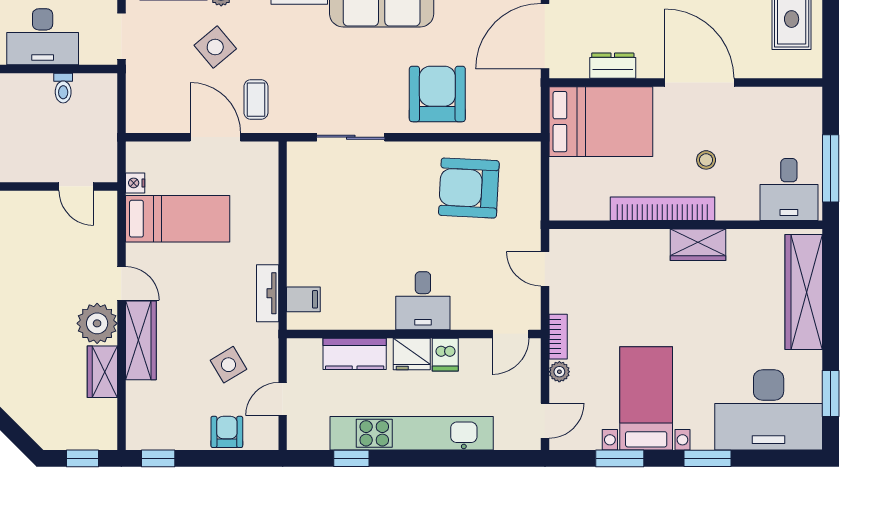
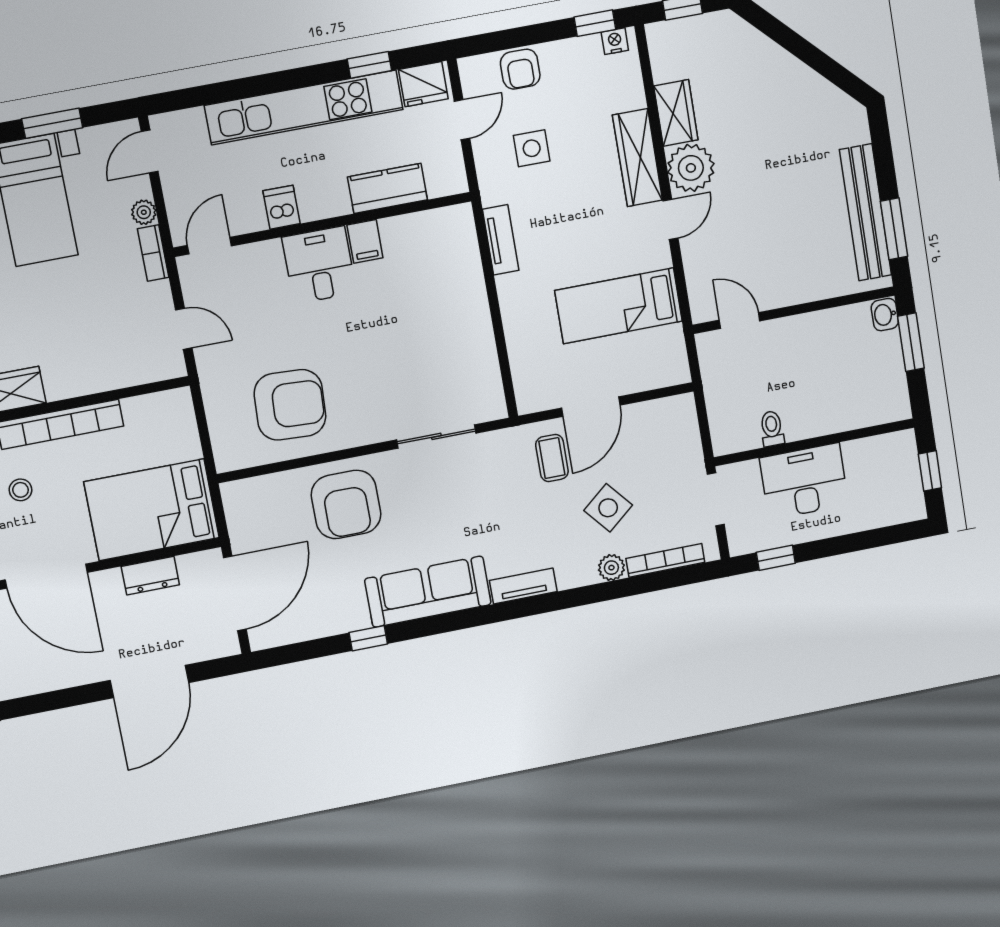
door: (215, 137) -> (591, 407), hinge flipped
nightstand: (135, 183) -> (615, 41), moved, turned -90
door: (121, 283) -> (670, 220), swing flipped
filing cabinet: (303, 299) -> (365, 241), moved, turned -90
fridge: (412, 354) -> (423, 84), moved, turned 180
side table: (228, 365) -> (532, 148), turned 31

